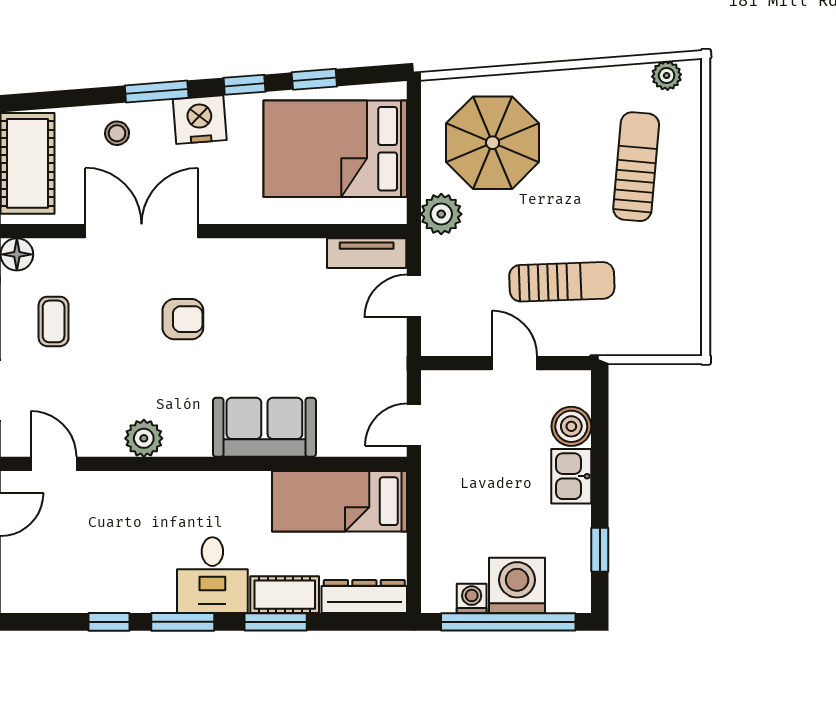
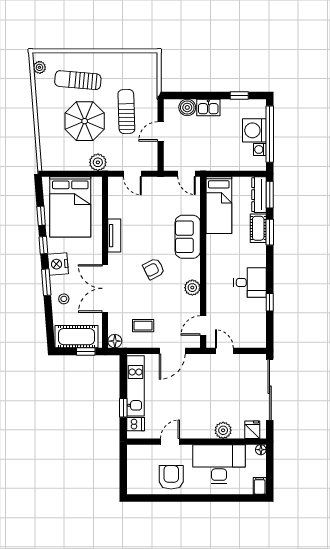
parasol: (493, 143) -> (85, 121), moved
tv unit: (367, 253) -> (114, 236), moved
armchair: (183, 319) -> (154, 269), moved, turned -117
desk: (212, 575) -> (250, 283), moved
window: (183, 622) -> (270, 195), moved

